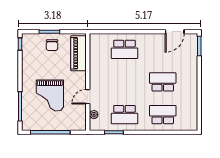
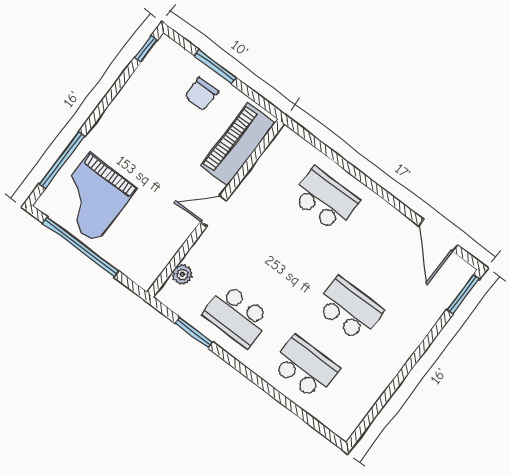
door: (175, 32) -> (438, 236), hinge flipped
school desk: (124, 49) -> (325, 199), turned 180
grand piano: (50, 96) -> (93, 198), moved
door: (88, 97) -> (213, 211), moved

